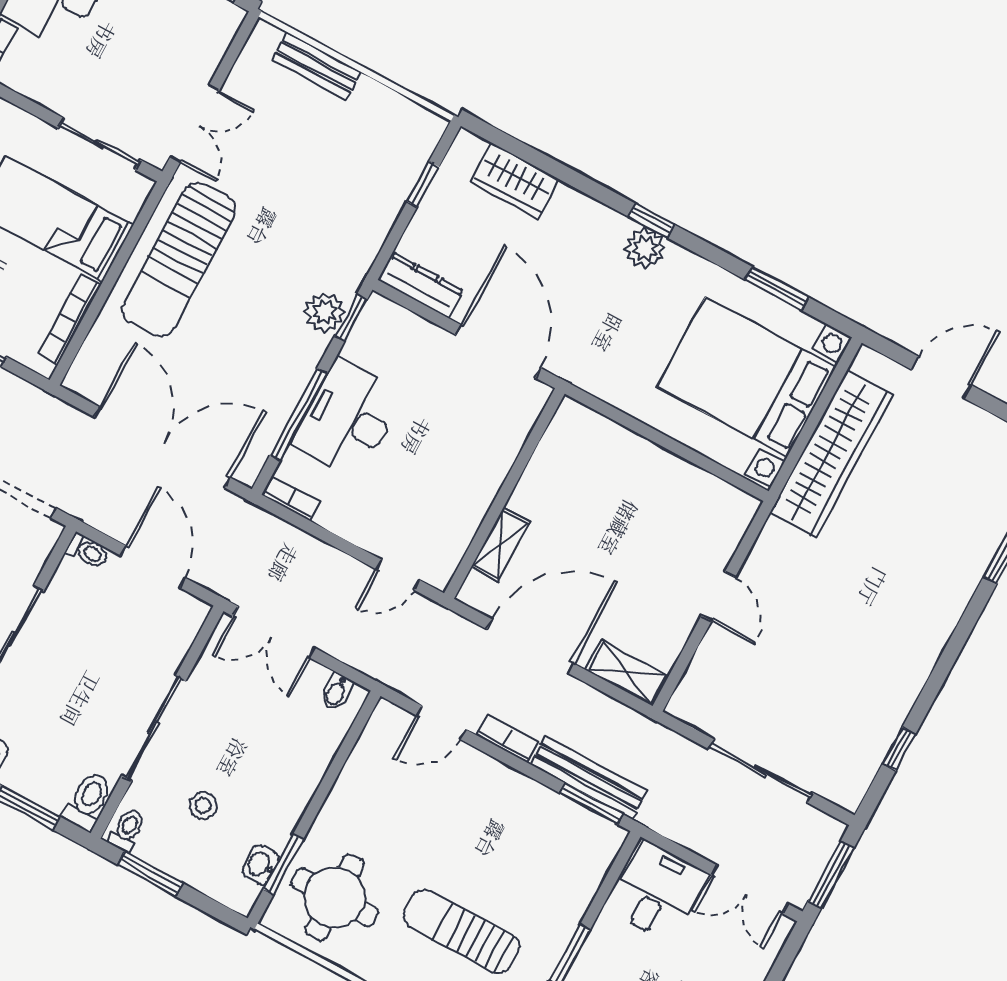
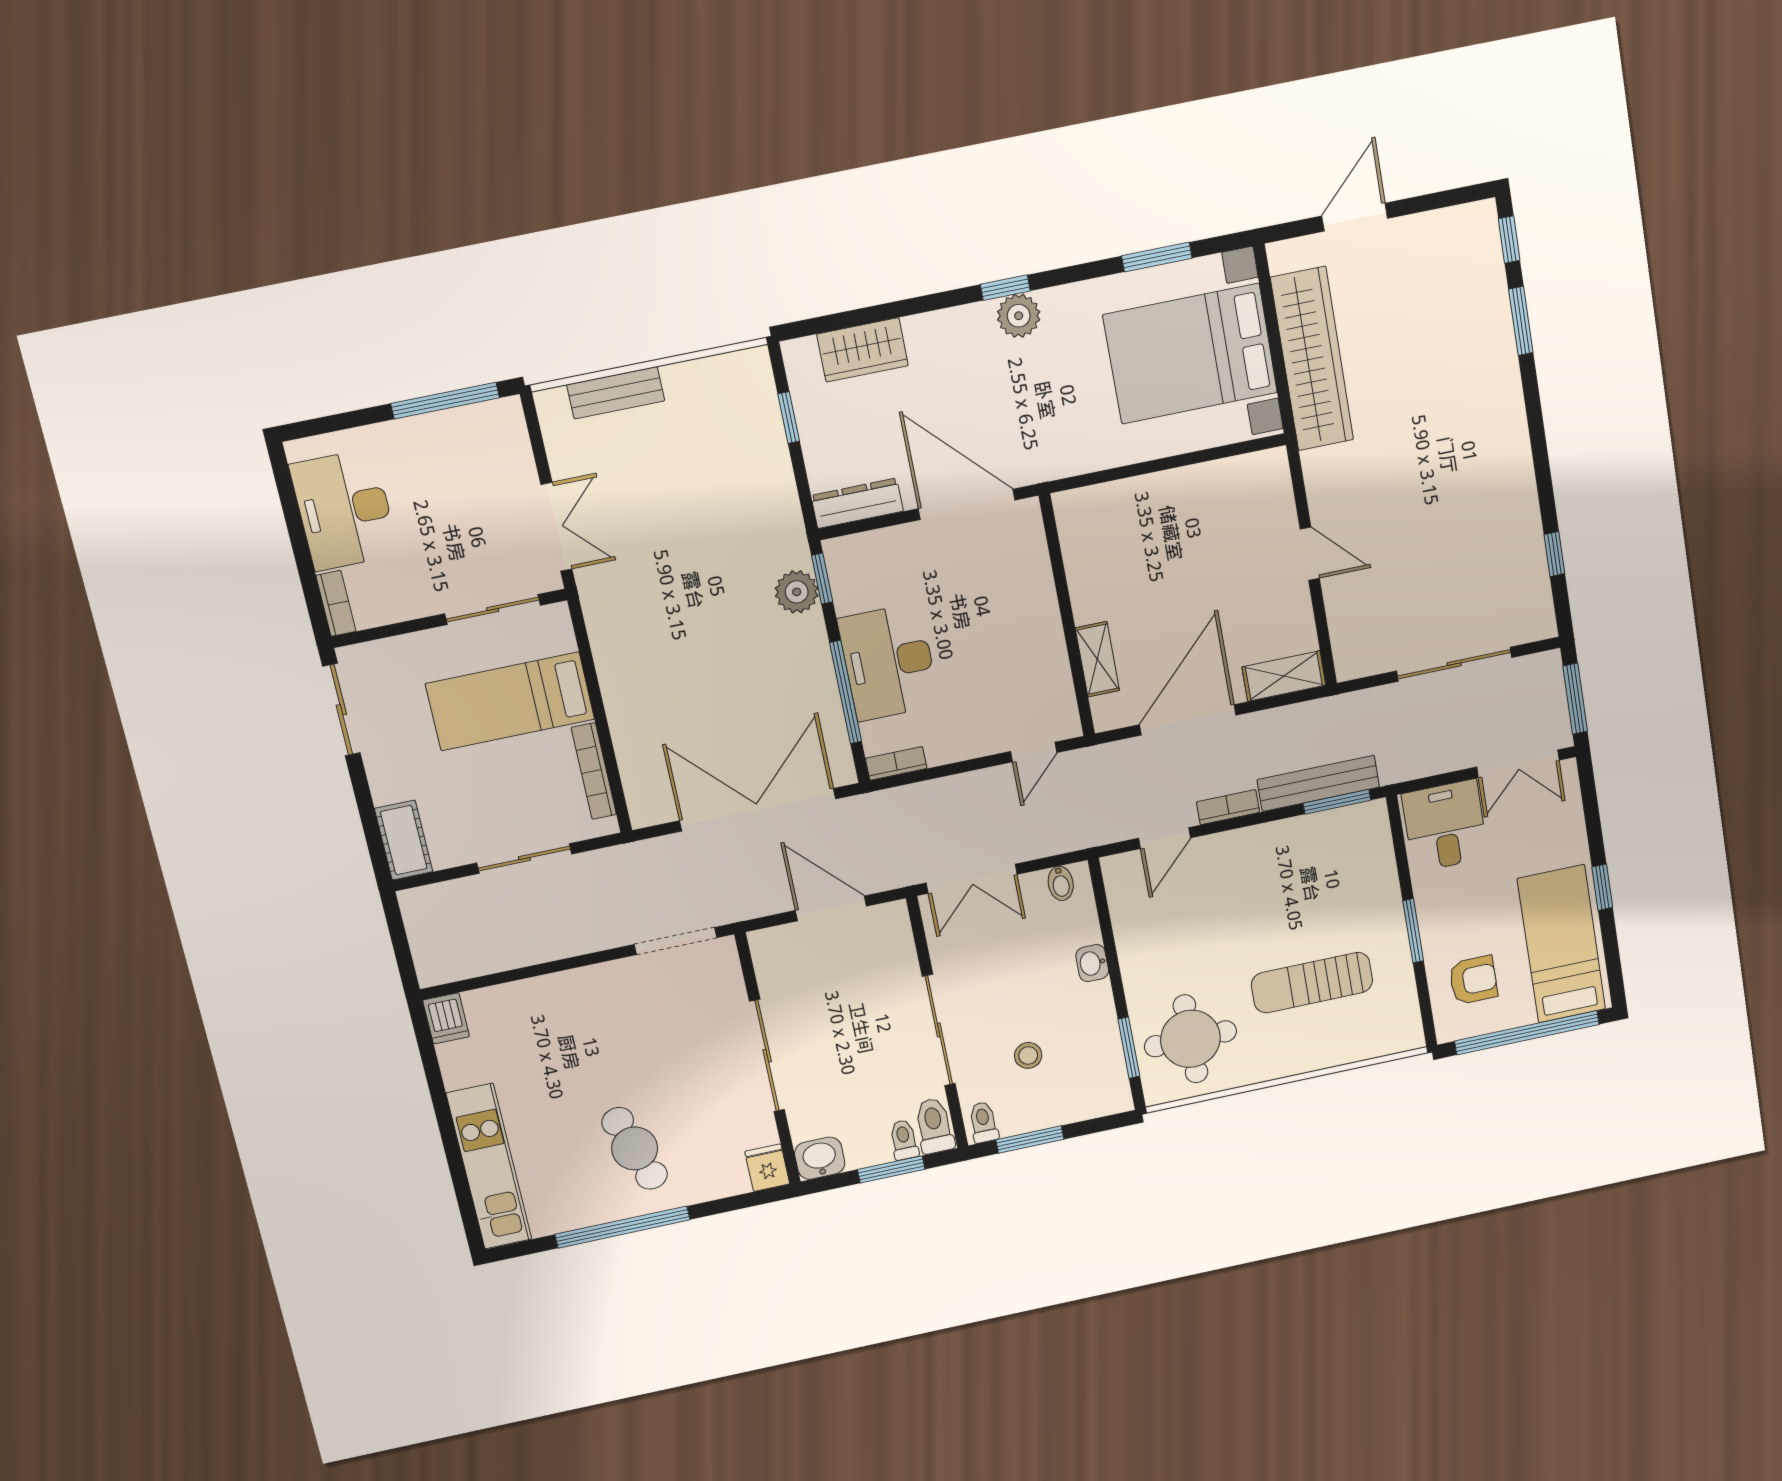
sun lounger: (179, 260) -> (641, 649), removed
toilet: (88, 551) -> (904, 1140), moved, turned -90
washbasin: (260, 865) -> (1092, 963), moved

